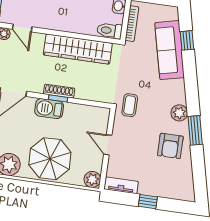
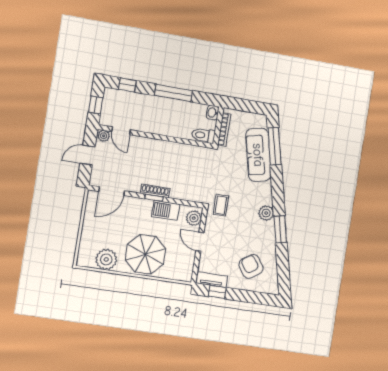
window: (187, 40) -> (274, 146), width x2.17
wardrobe: (78, 49) -> (173, 152), removed
barbecue: (49, 109) -> (166, 210), moved
armchair: (170, 146) -> (251, 266), moved, turned 145
plant: (92, 179) -> (194, 218), moved
window: (148, 202) -> (217, 292), moved

